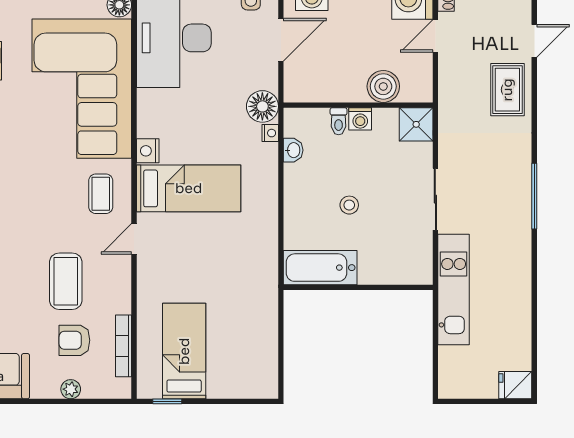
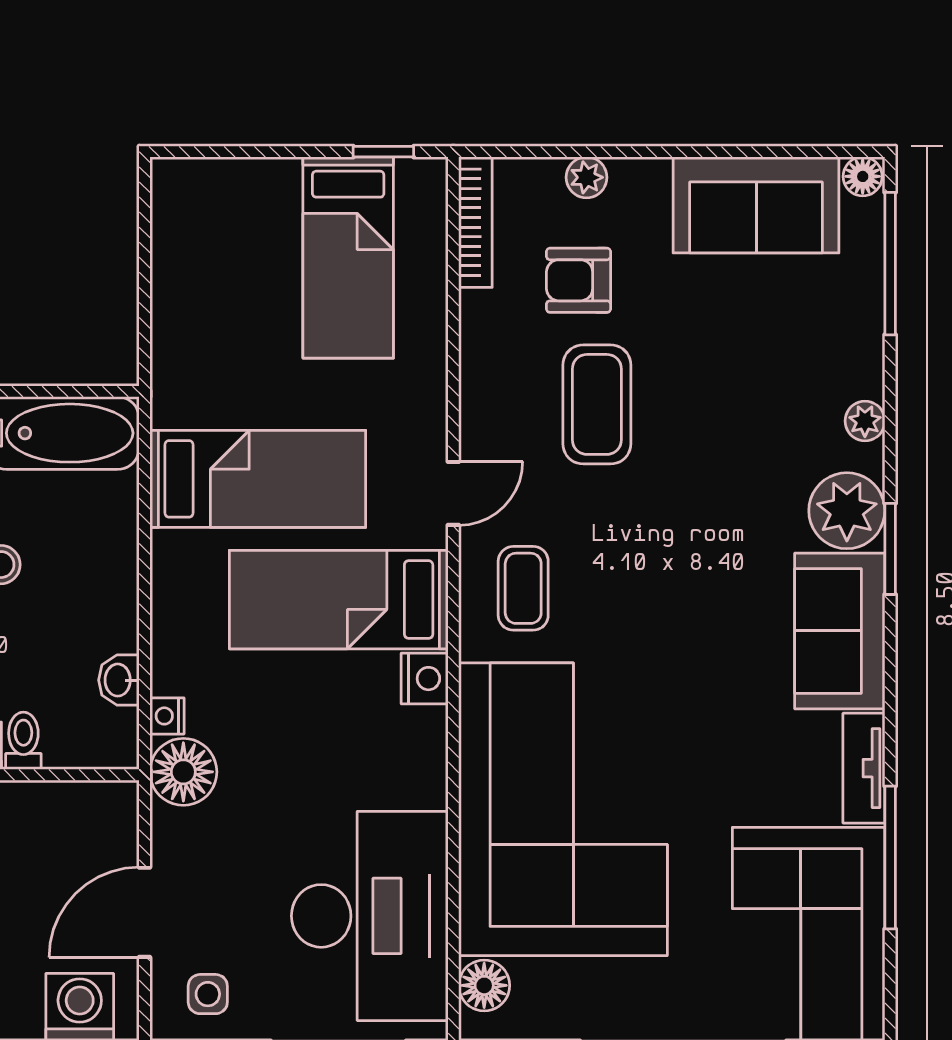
bed: (227, 246) -> (258, 479), added
armchair: (74, 340) -> (579, 280), turned 180
bookcase: (123, 346) -> (475, 222), moved

